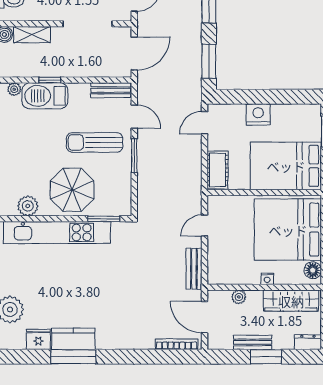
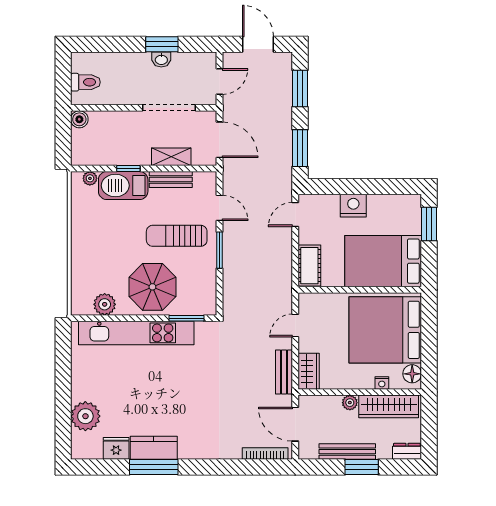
shelving: (32, 35) -> (171, 157), moved
door: (134, 53) -> (219, 140), hinge flipped
bench: (111, 90) -> (171, 179), moved
wardrobe: (217, 268) -> (309, 371), added
nightstand: (267, 279) -> (382, 383), moved
plant: (239, 297) -> (350, 403), moved
bench: (253, 342) -> (347, 452), width x1.36

